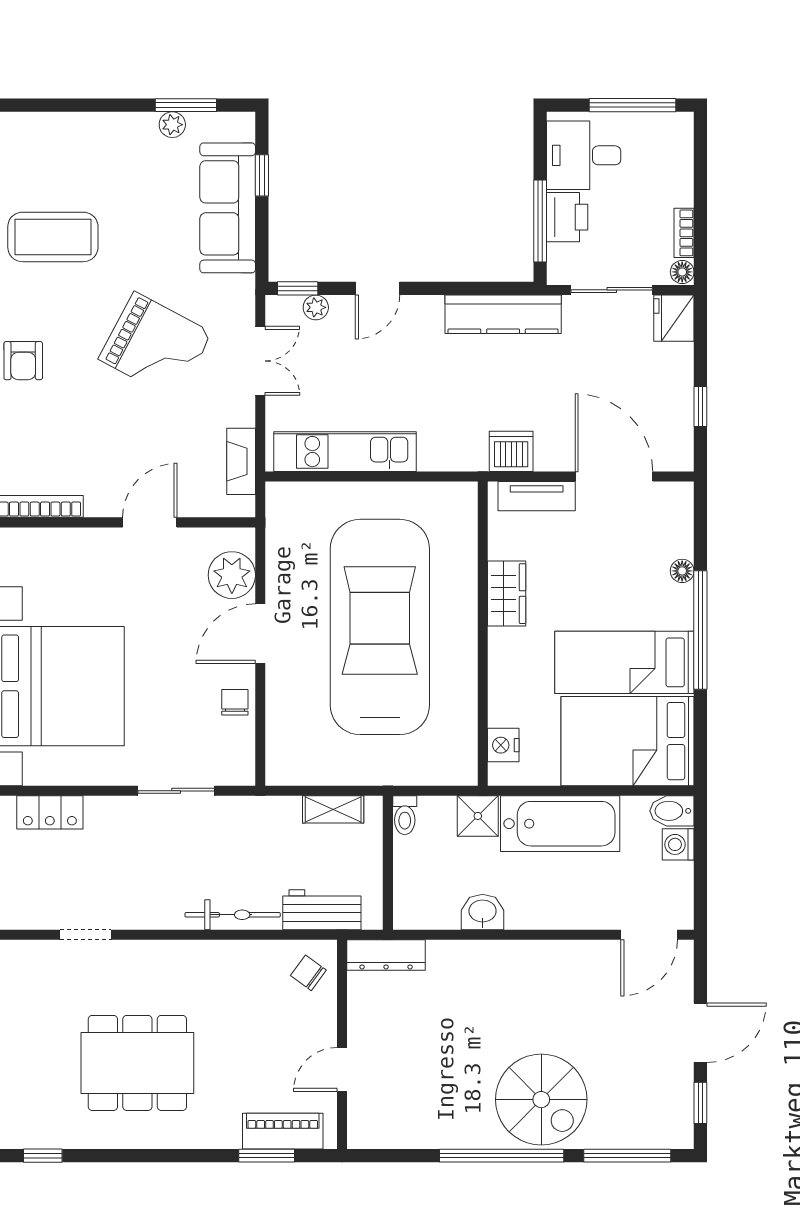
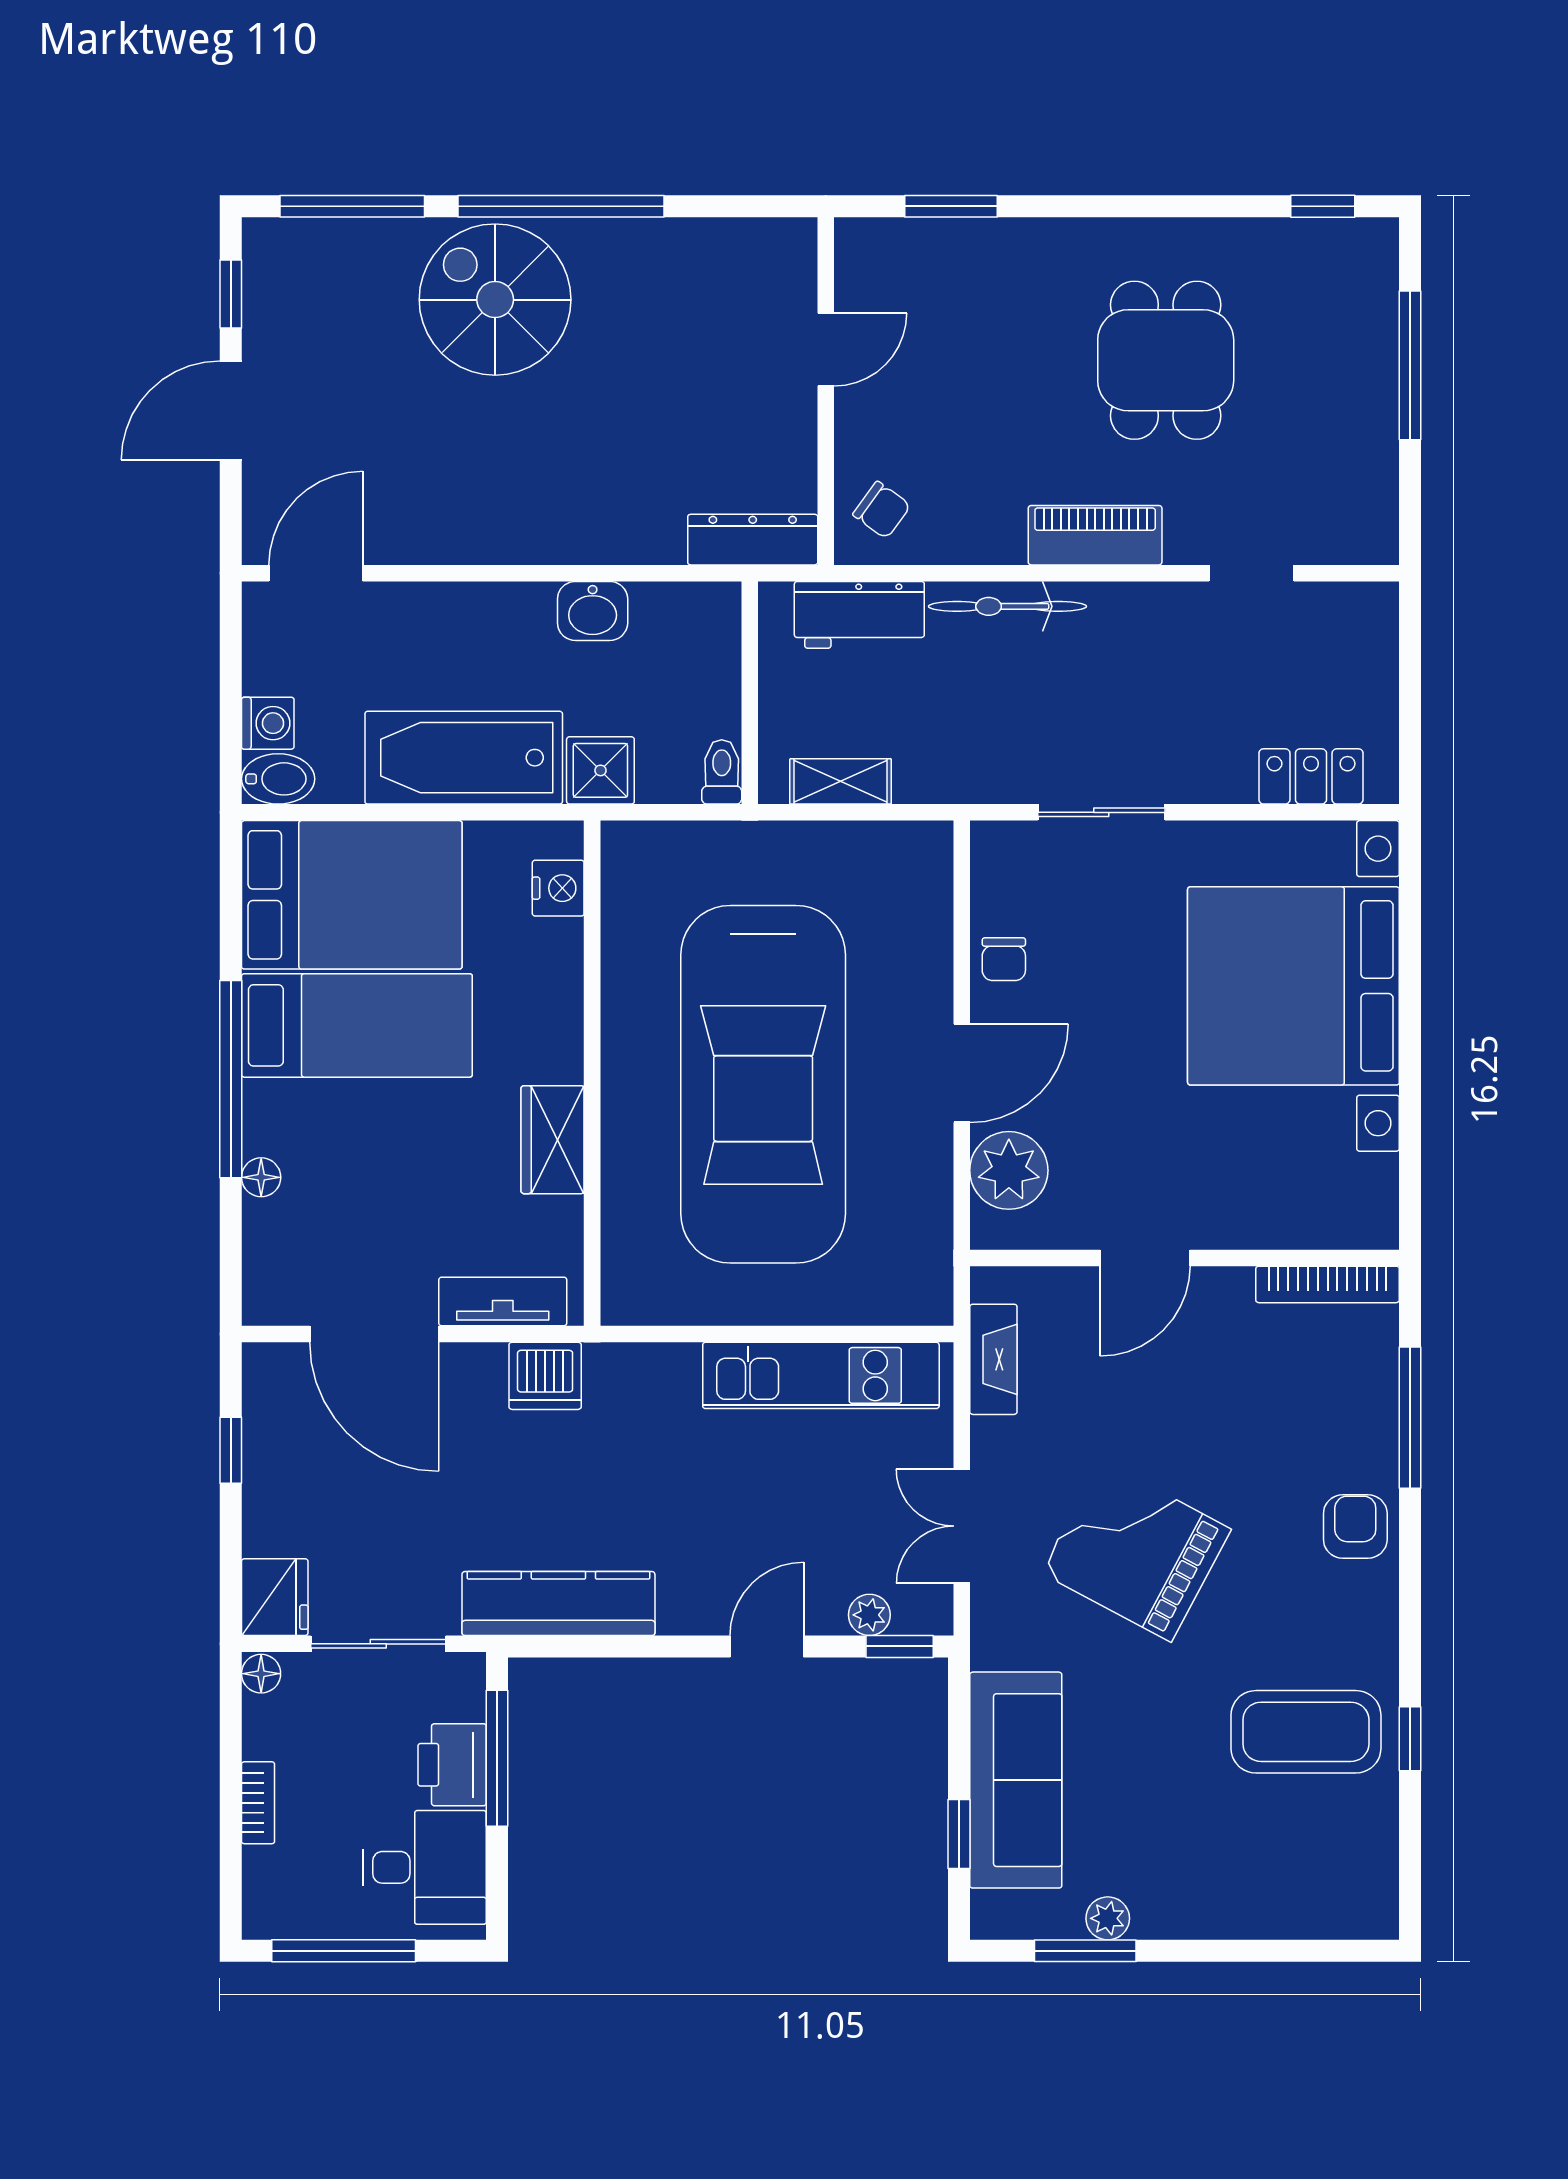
bookcase: (684, 233) -> (258, 1803), moved
dining table: (137, 1063) -> (1166, 360), width x0.73
piano: (283, 1131) -> (1095, 535), moved, turned 180

